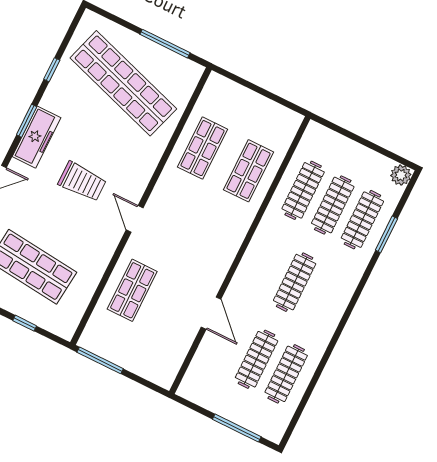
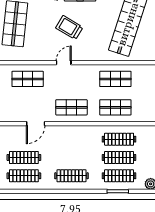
trolley: (82, 182) -> (69, 27), turned 121
shop shelf: (213, 242) -> (71, 107), added
clothes rail: (295, 282) -> (71, 176), moved

